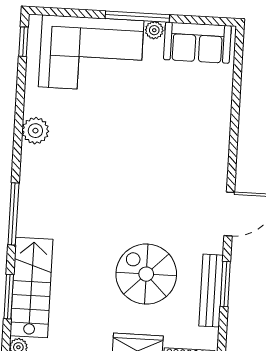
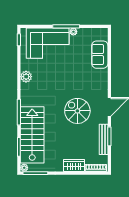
sofa: (197, 43) -> (100, 55), moved, turned 90
spiral stairs: (146, 274) -> (77, 111), moved
stairs: (31, 287) -> (32, 135), width x1.36, depth x1.51

